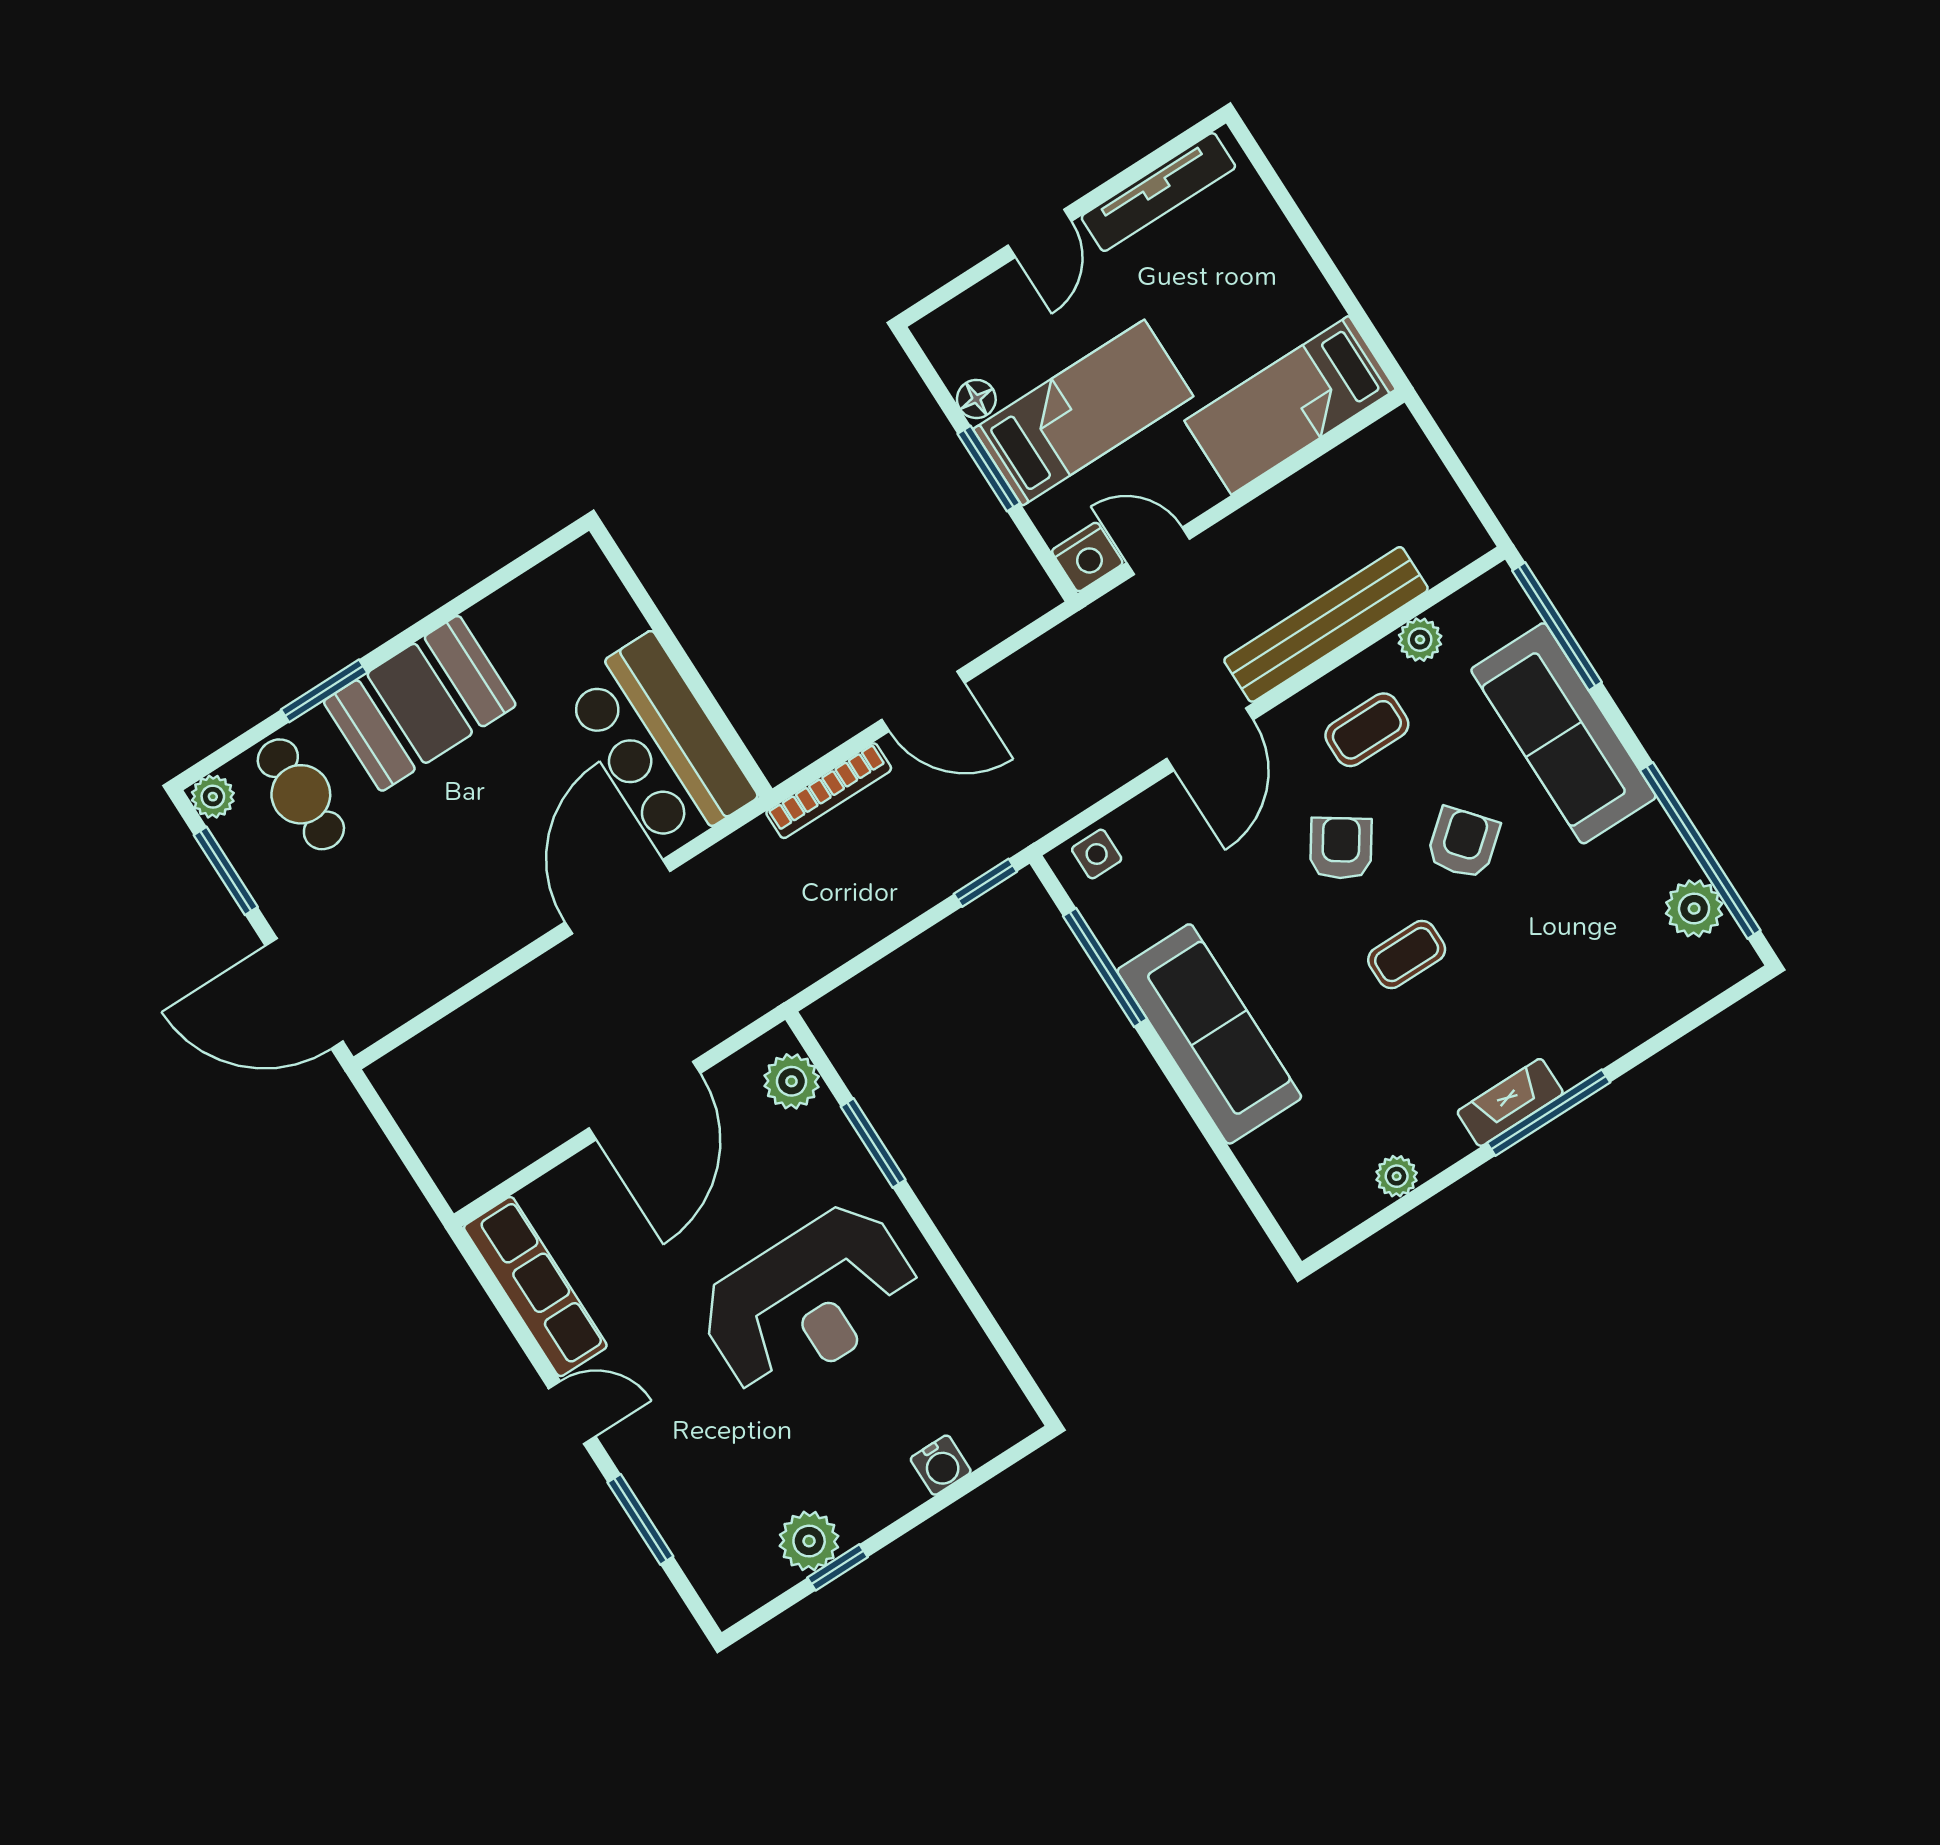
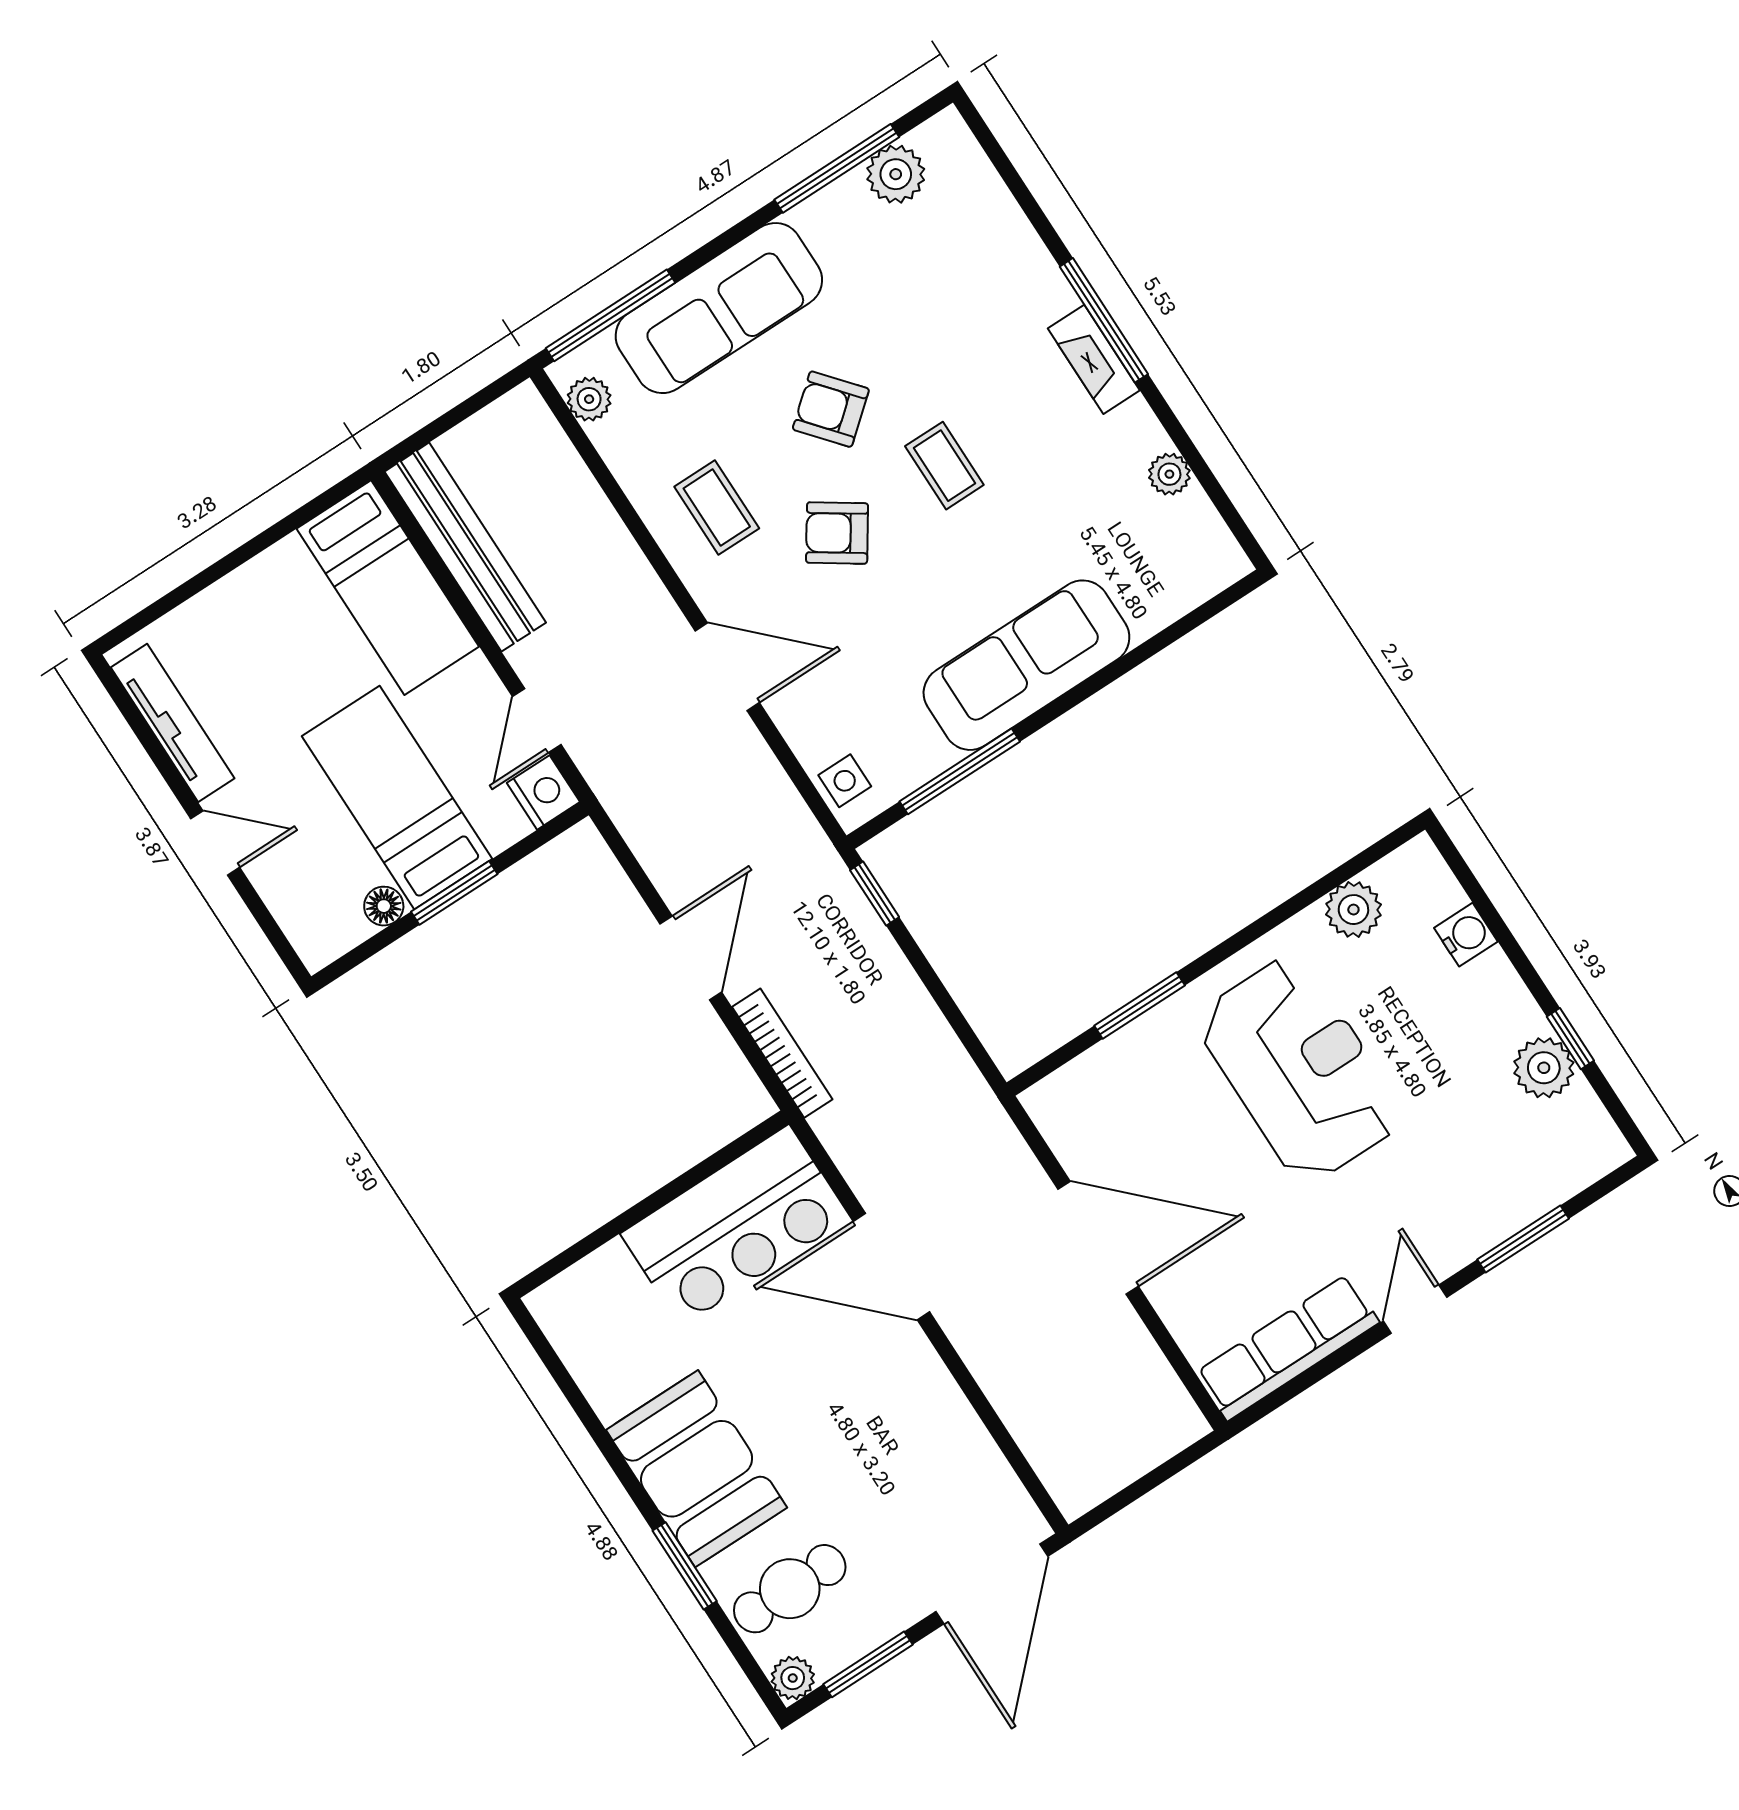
bench: (1326, 624) -> (465, 547), moved
plant: (1420, 640) -> (589, 399), moved
window: (1700, 850) -> (837, 168), width x0.68
plant: (792, 1081) -> (1353, 910), moved

